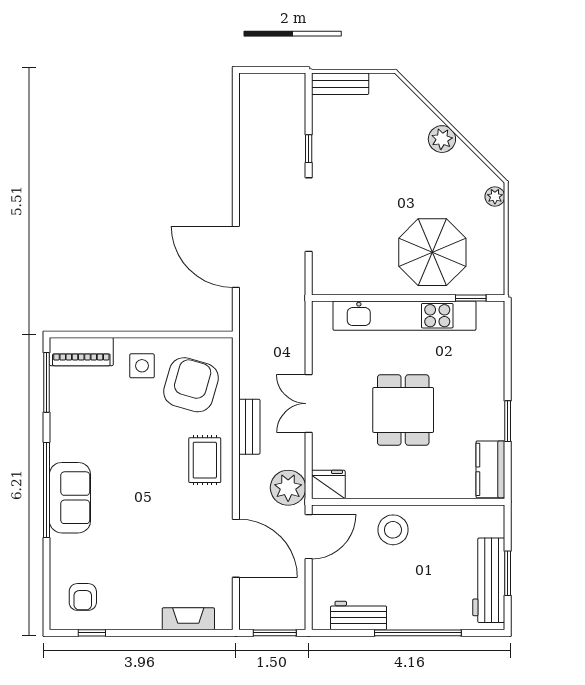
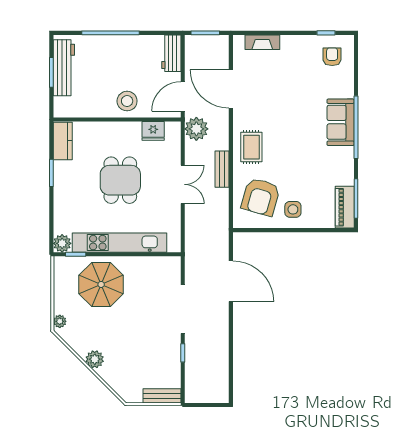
plant: (491, 314) -> (62, 243), added
piano: (81, 352) -> (345, 207), moved, turned -90
fridge: (328, 485) -> (153, 131), moved
workbench: (359, 616) -> (171, 53), moved, turned 90

